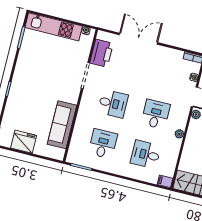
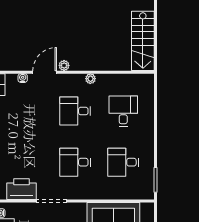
desk: (113, 104) -> (75, 162), turned -90
desk: (146, 154) -> (123, 111), turned 180
filing cabinet: (165, 181) -> (148, 81), removed

